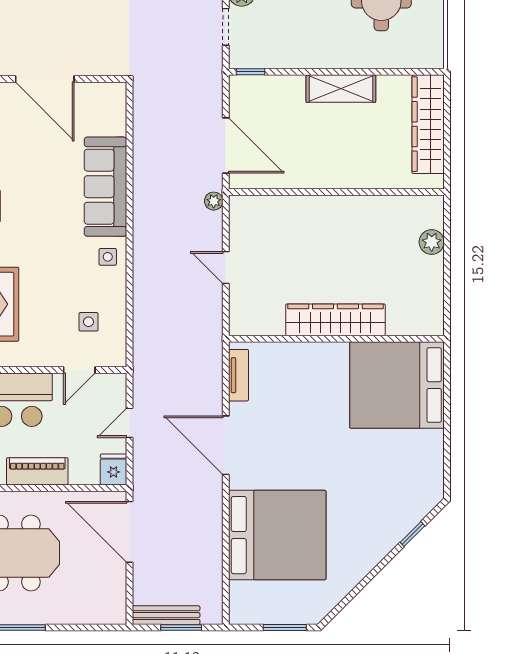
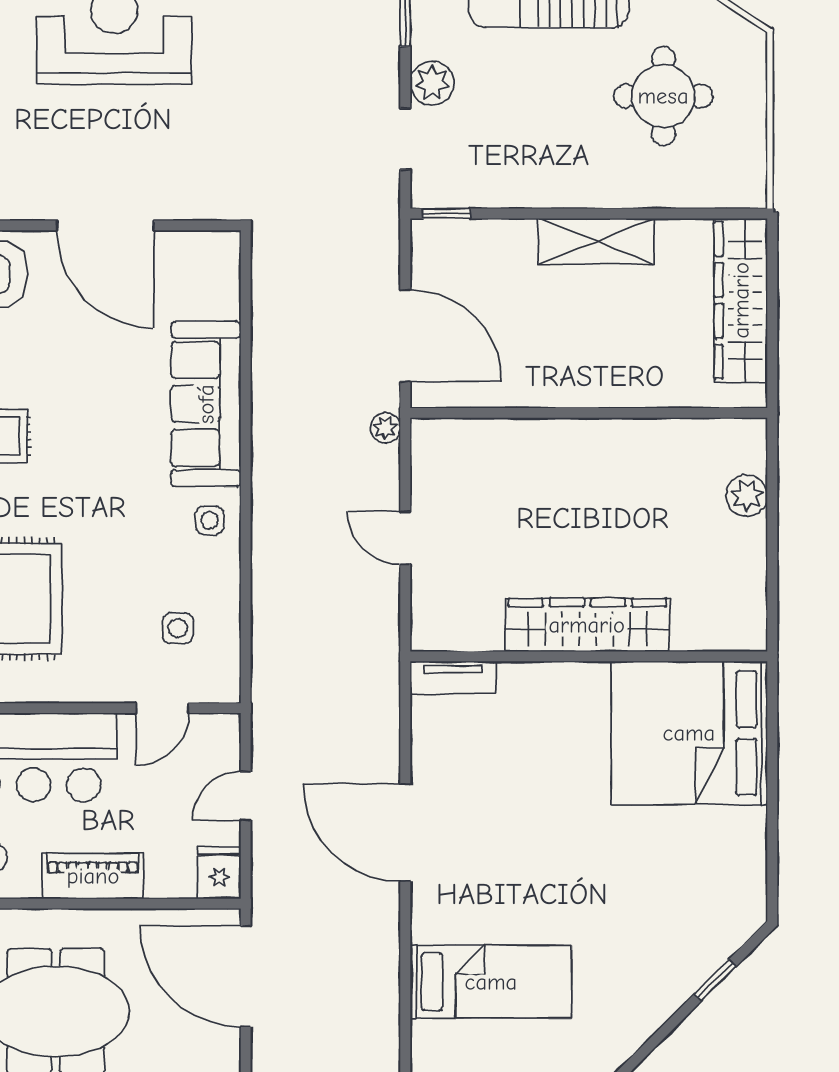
tv unit: (238, 375) -> (453, 677), moved, turned 90
bed: (277, 535) -> (491, 982), width x0.49

